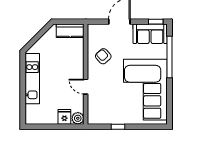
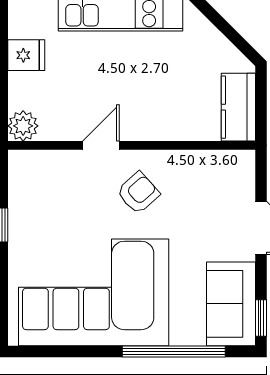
armchair: (103, 56) -> (138, 193), moved
fridge: (64, 117) -> (26, 55), moved

